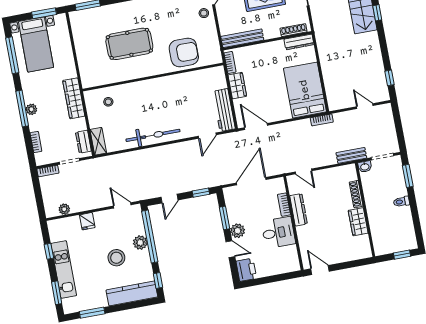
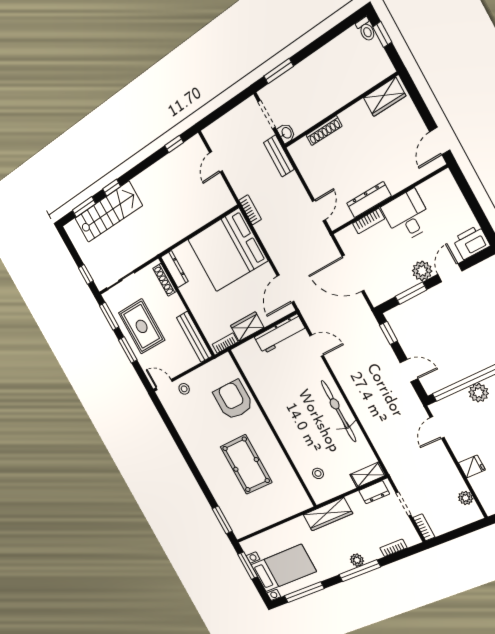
bed: (305, 90) -> (228, 250), width x1.36
toilet: (401, 202) -> (366, 29), moved
wardrobe: (358, 222) -> (385, 97), moved

